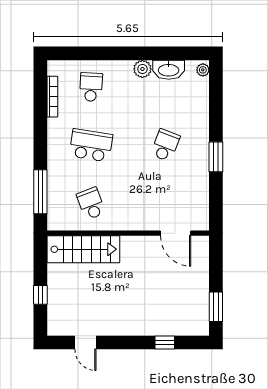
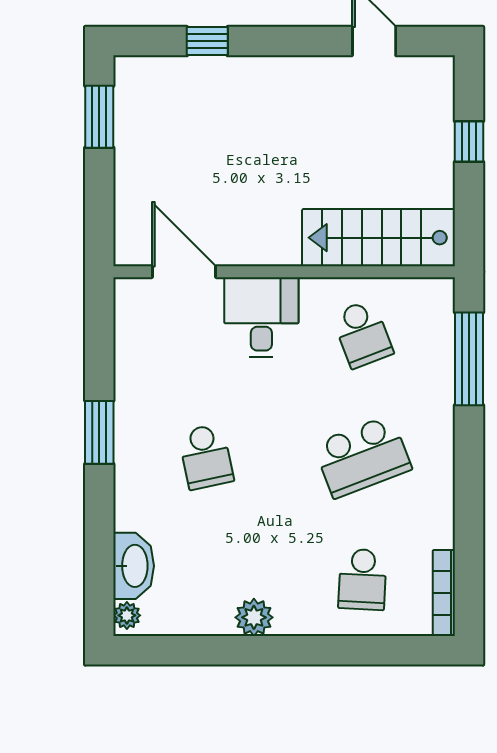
washbasin: (169, 70) -> (134, 566), moved, turned 90
bookcase: (52, 97) -> (444, 593), moved
school desk: (91, 145) -> (362, 457), turned -30
school desk: (165, 145) -> (206, 457), turned -33
desk: (139, 212) -> (261, 317), added

